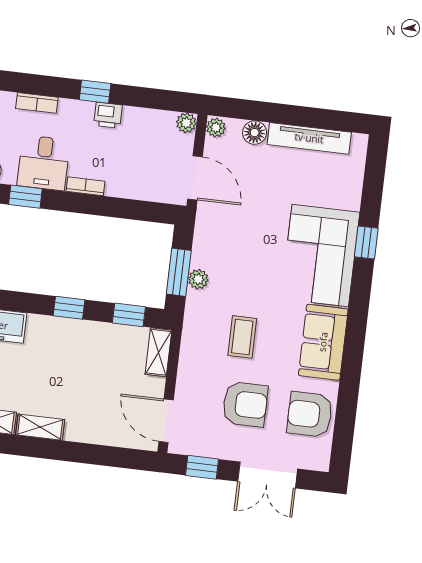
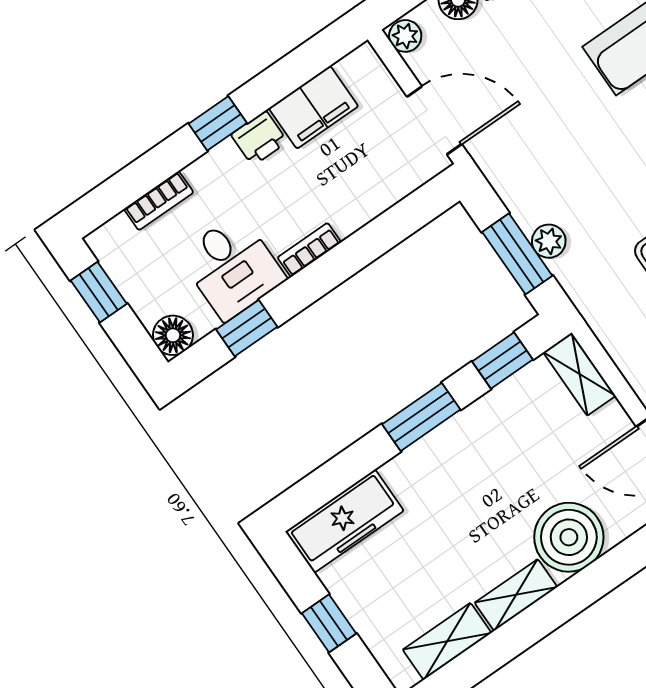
filing cabinet: (145, 123) -> (313, 107), added
plant: (186, 123) -> (364, 62), removed
window: (69, 308) -> (421, 417), width x1.50
boiler: (88, 422) -> (569, 537), added

